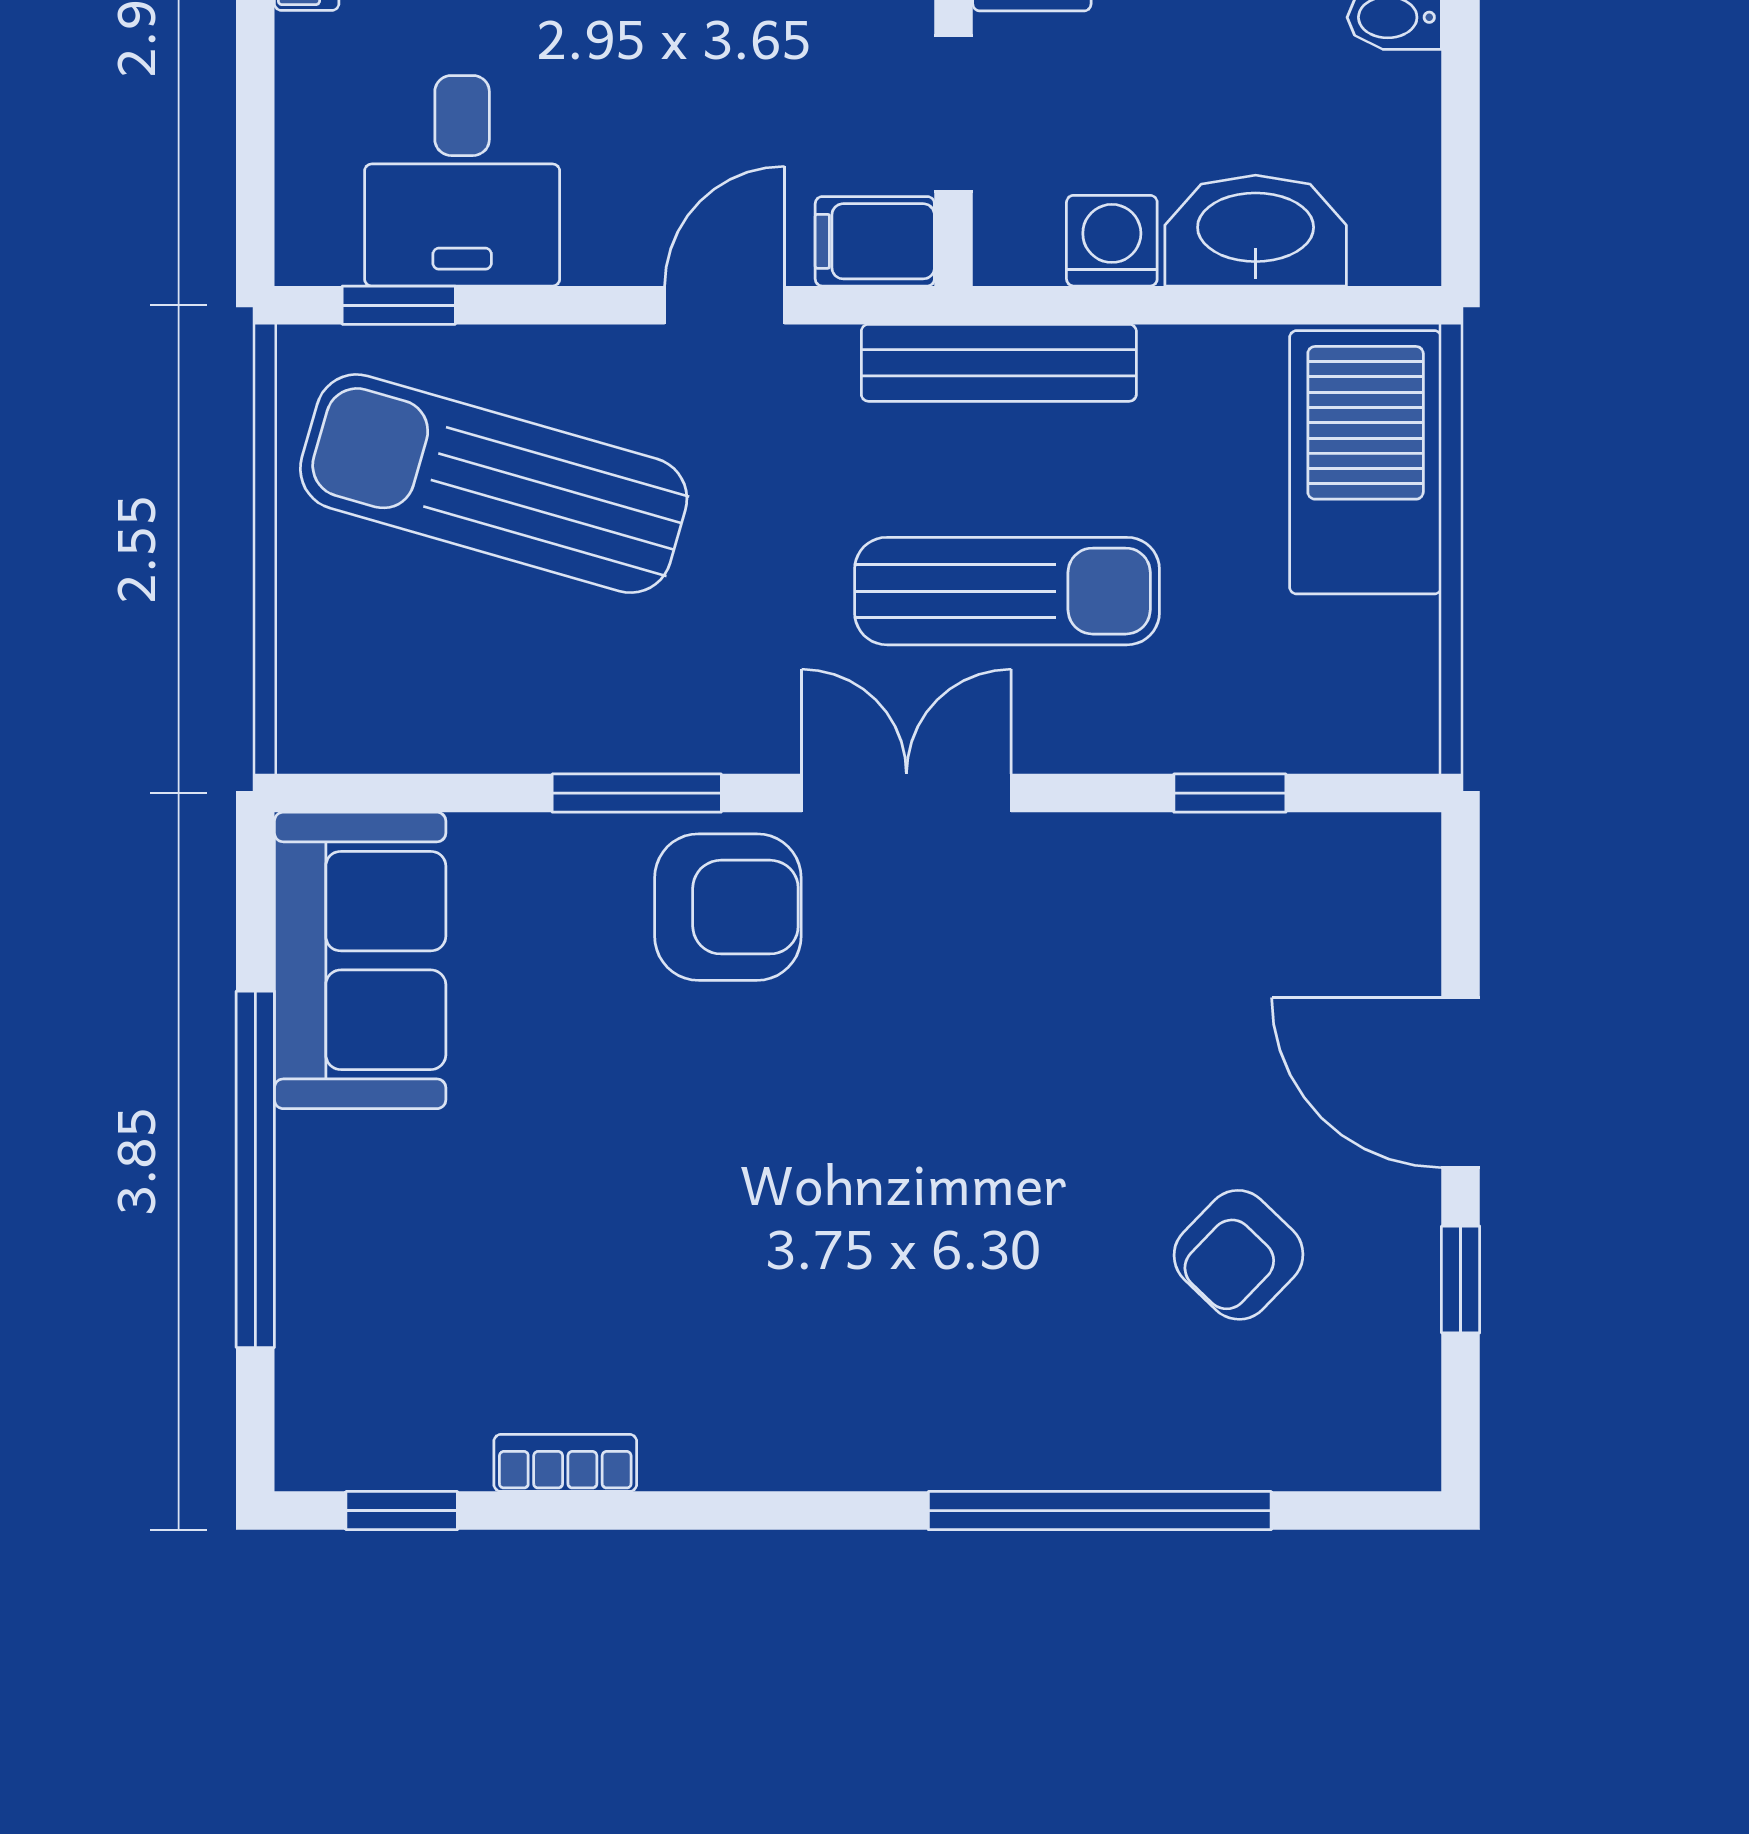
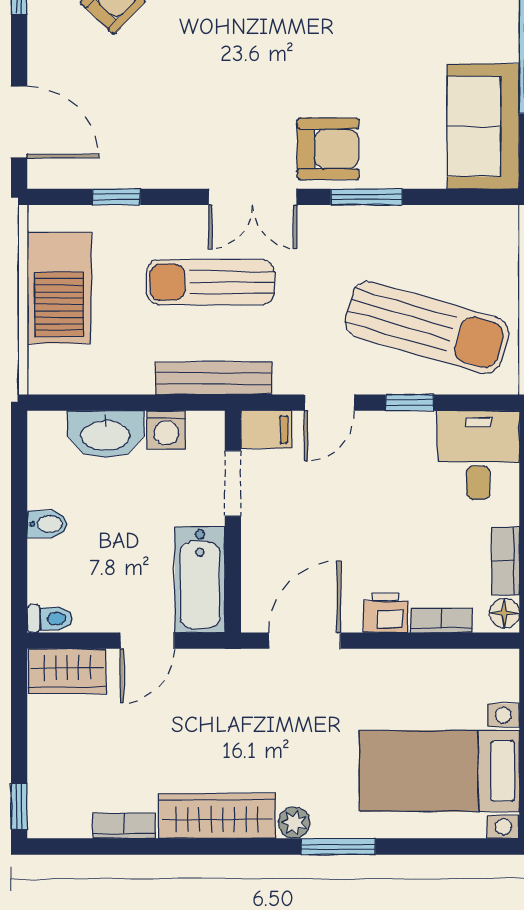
desk: (462, 181) -> (478, 455), moved
window: (399, 305) -> (410, 403), moved
barbecue: (1366, 462) -> (59, 288), moved
armchair: (728, 907) -> (328, 149), turned 180
door: (1461, 1083) -> (19, 122), moved

